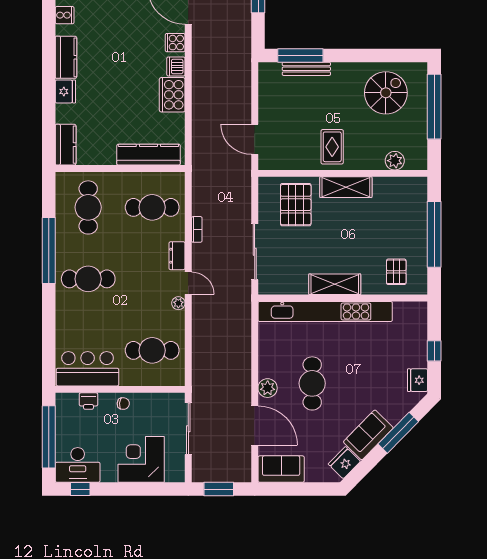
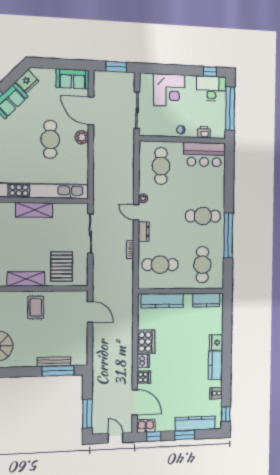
kitchen counter: (66, 145) -> (206, 300), moved, turned -90
cafe table: (152, 350) -> (161, 166), turned 90

